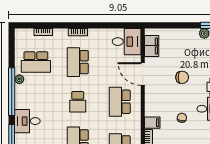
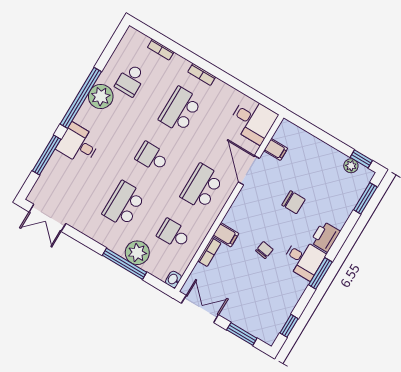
filing cabinet: (152, 46) -> (276, 149), width x0.50
school desk: (36, 62) -> (130, 80), width x0.54
plant: (19, 79) -> (101, 97), width x1.88, depth x1.88
school desk: (78, 102) -> (152, 157), turned 90

